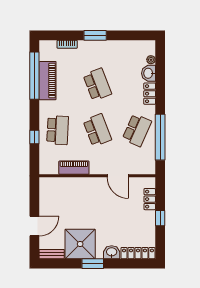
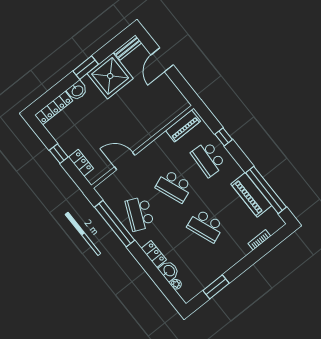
window: (95, 35) -> (216, 287), moved
piano: (74, 168) -> (183, 126), moved

